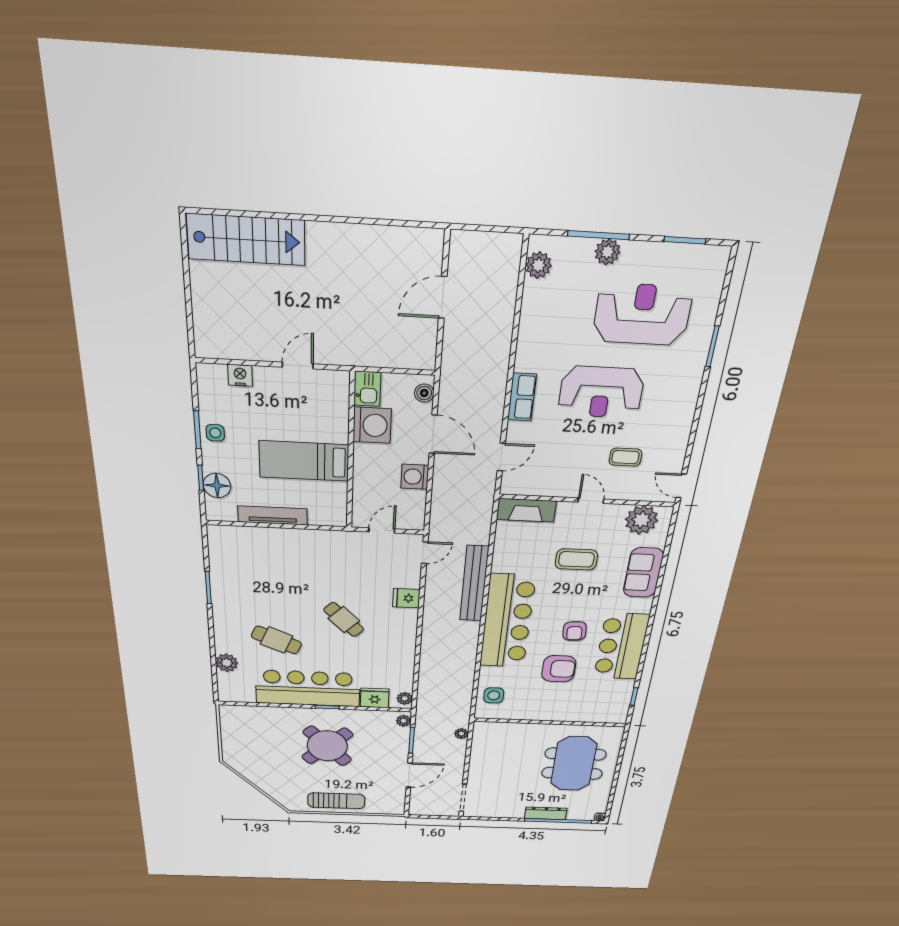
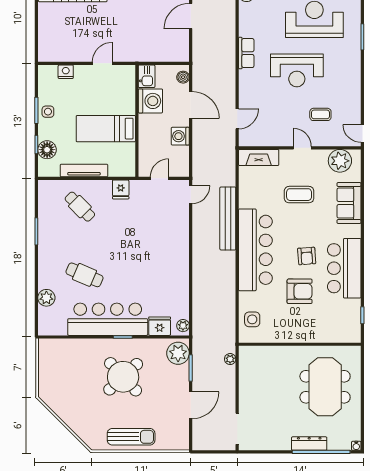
row of seats: (522, 397) -> (246, 53), moved
fridge: (406, 598) -> (121, 189), moved, turned -90
cafe table: (344, 620) -> (80, 207), moved
plant: (404, 721) -> (178, 353), width x1.88, depth x1.88

